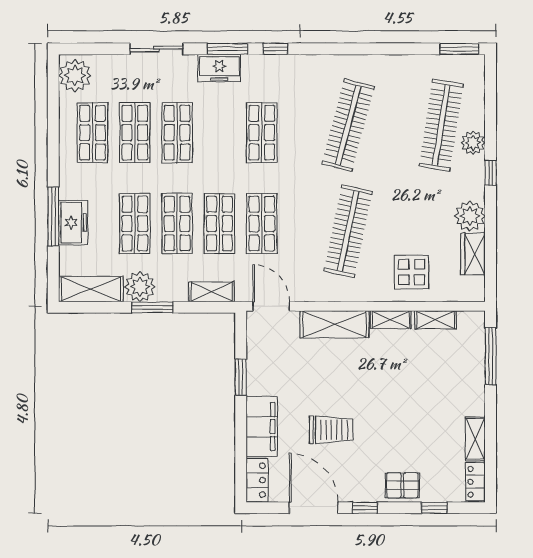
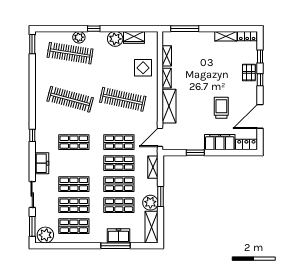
window: (228, 49) -> (32, 226), moved
window: (365, 508) -> (260, 80), moved

